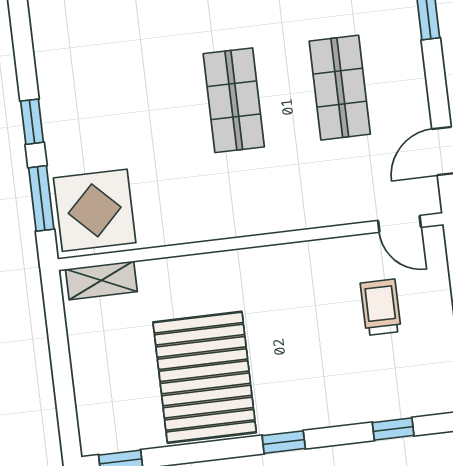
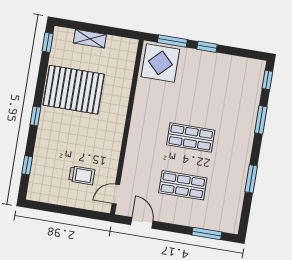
shelving: (101, 280) -> (90, 39), moved, turned 90

